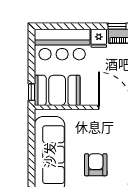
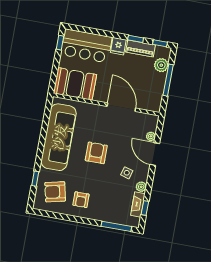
window: (31, 92) -> (60, 43), moved

